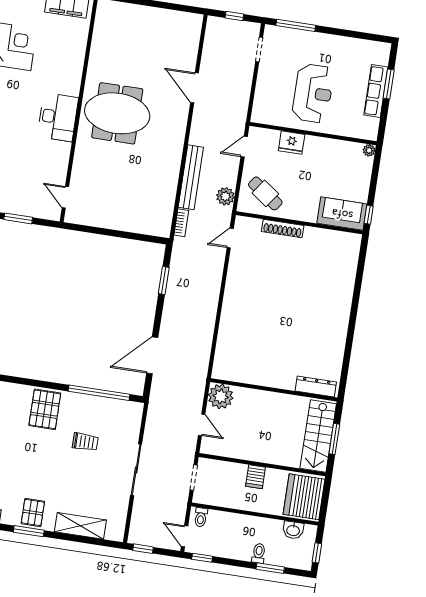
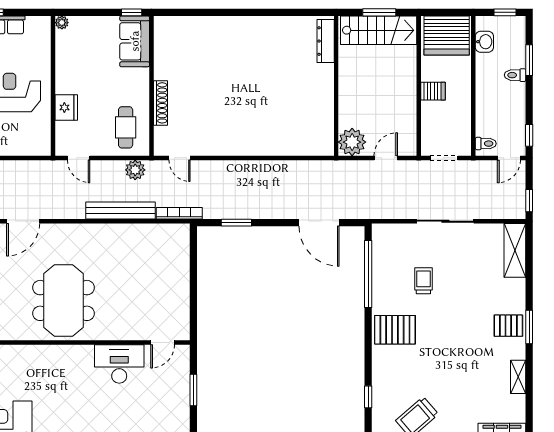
desk: (58, 117) -> (119, 364), moved
cafe table: (265, 193) -> (126, 127), turned -36
bookcase: (181, 223) -> (179, 213), width x1.56
shelving: (80, 526) -> (515, 250), moved

